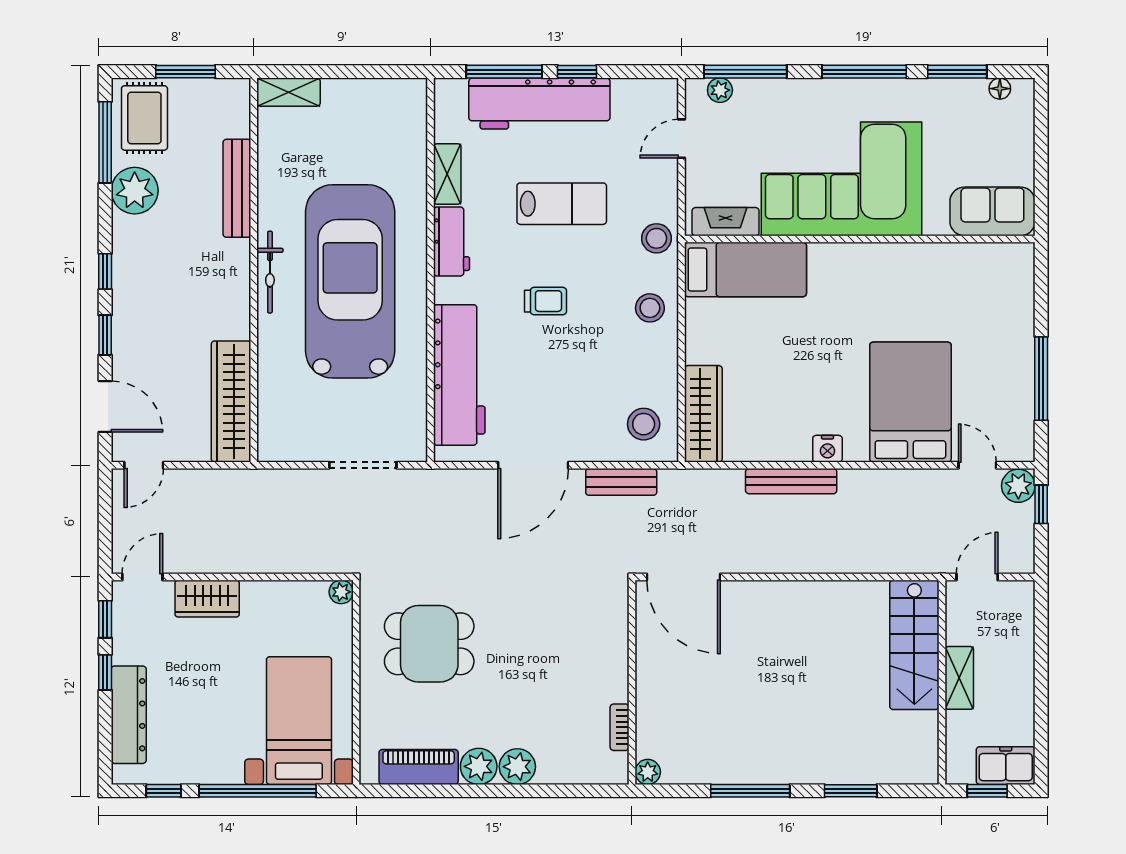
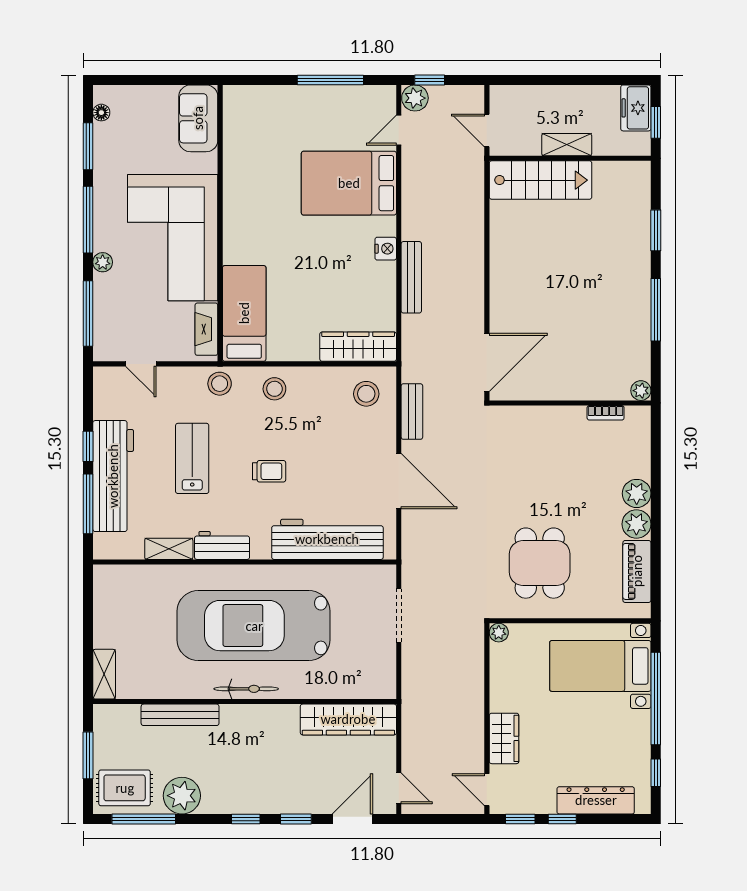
plant: (720, 90) -> (103, 262), moved
trolley: (546, 301) -> (269, 471), turned 90

